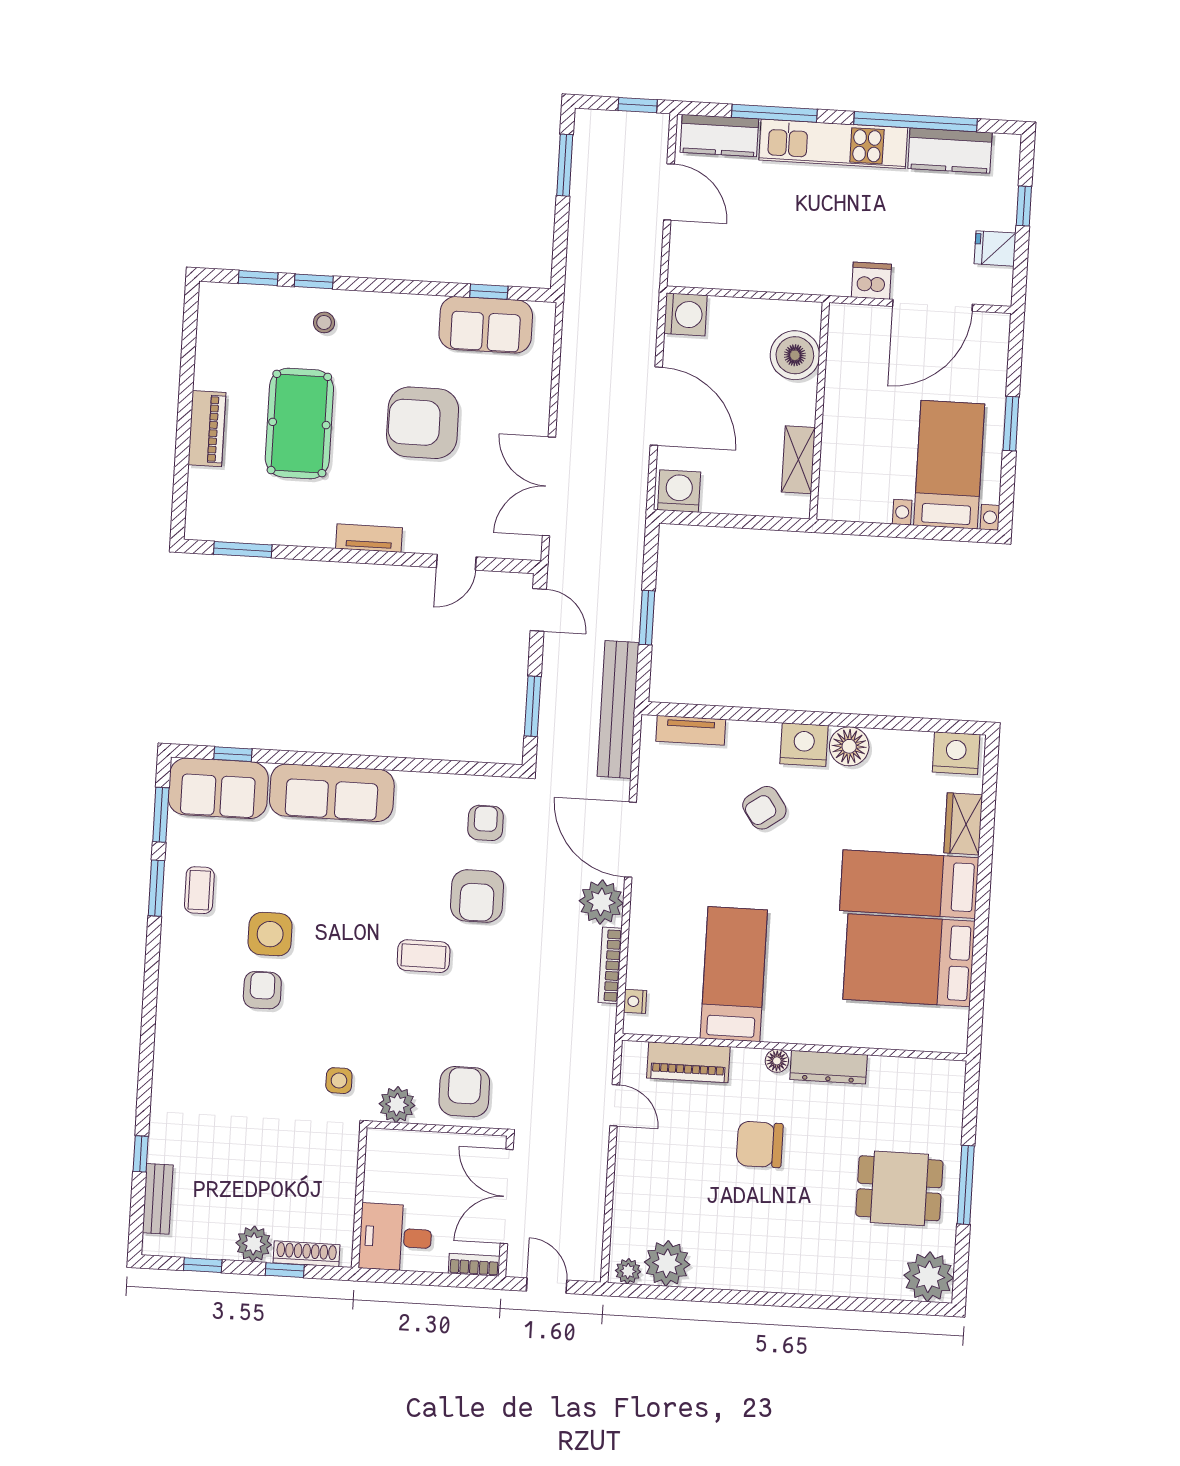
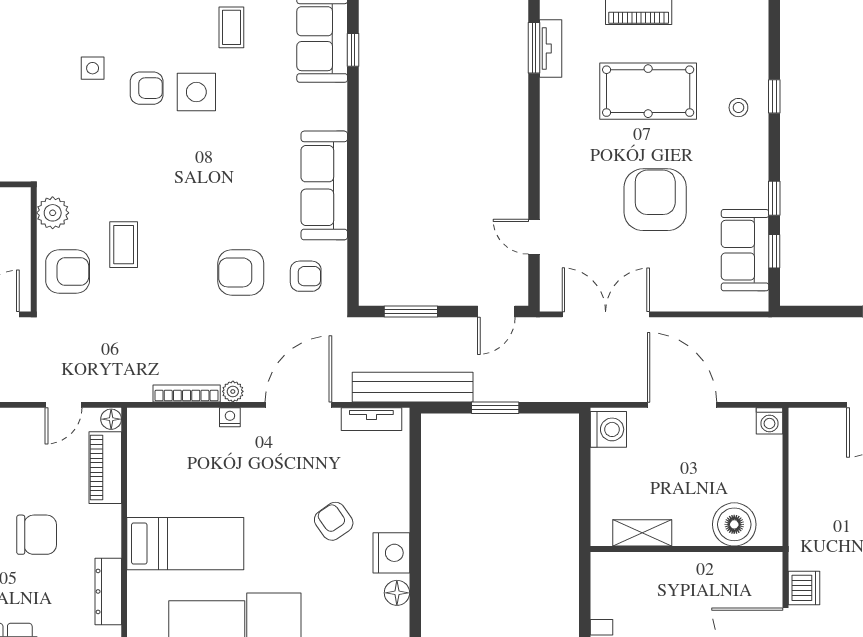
window: (258, 278) -> (774, 198), moved
washing machine: (685, 314) -> (769, 421), width x0.73, depth x0.73
door: (656, 406) -> (682, 405), swing flipped
tv unit: (369, 538) -> (551, 48), moved
tv unit: (691, 730) -> (371, 419), moved, turned -90
floor lamp: (849, 746) -> (397, 593), width x0.73, depth x0.73
sofa: (332, 793) -> (324, 185), moved
coffee table: (199, 890) -> (231, 27), turned 90
plant: (601, 902) -> (233, 391), width x0.53, depth x0.53
coffee table: (424, 956) -> (124, 245), moved
bed: (734, 974) -> (185, 544), moved
nightstand: (635, 1001) -> (230, 417), moved
floor lamp: (777, 1061) -> (111, 419), moved
side table: (339, 1081) -> (93, 68), moved
chair: (760, 1144) -> (37, 535), turned 90

